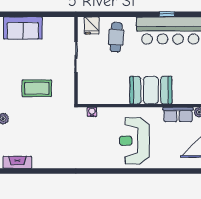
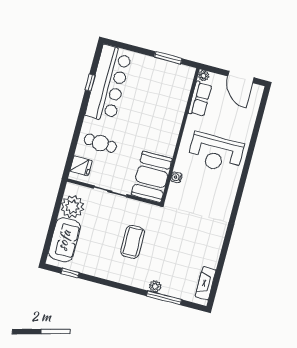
plant: (54, 27) -> (72, 207), added
booth: (151, 90) -> (152, 177), moved
water cooler: (92, 112) -> (176, 177), moved

